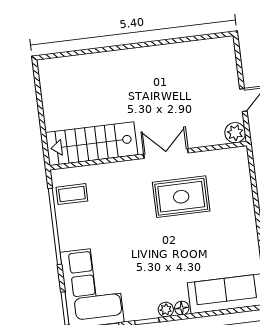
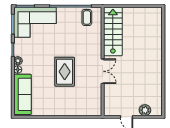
plant: (235, 133) -> (145, 110), moved
rug: (181, 197) -> (65, 72), moved

